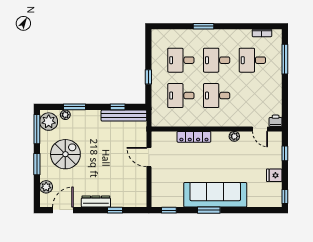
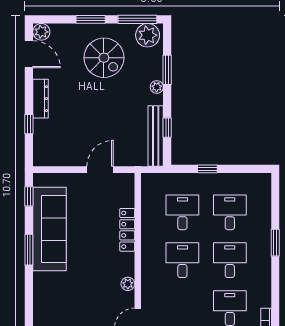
plant: (65, 115) -> (157, 87), moved
plant: (46, 187) -> (41, 32), moved
sofa: (215, 195) -> (50, 229), moved

